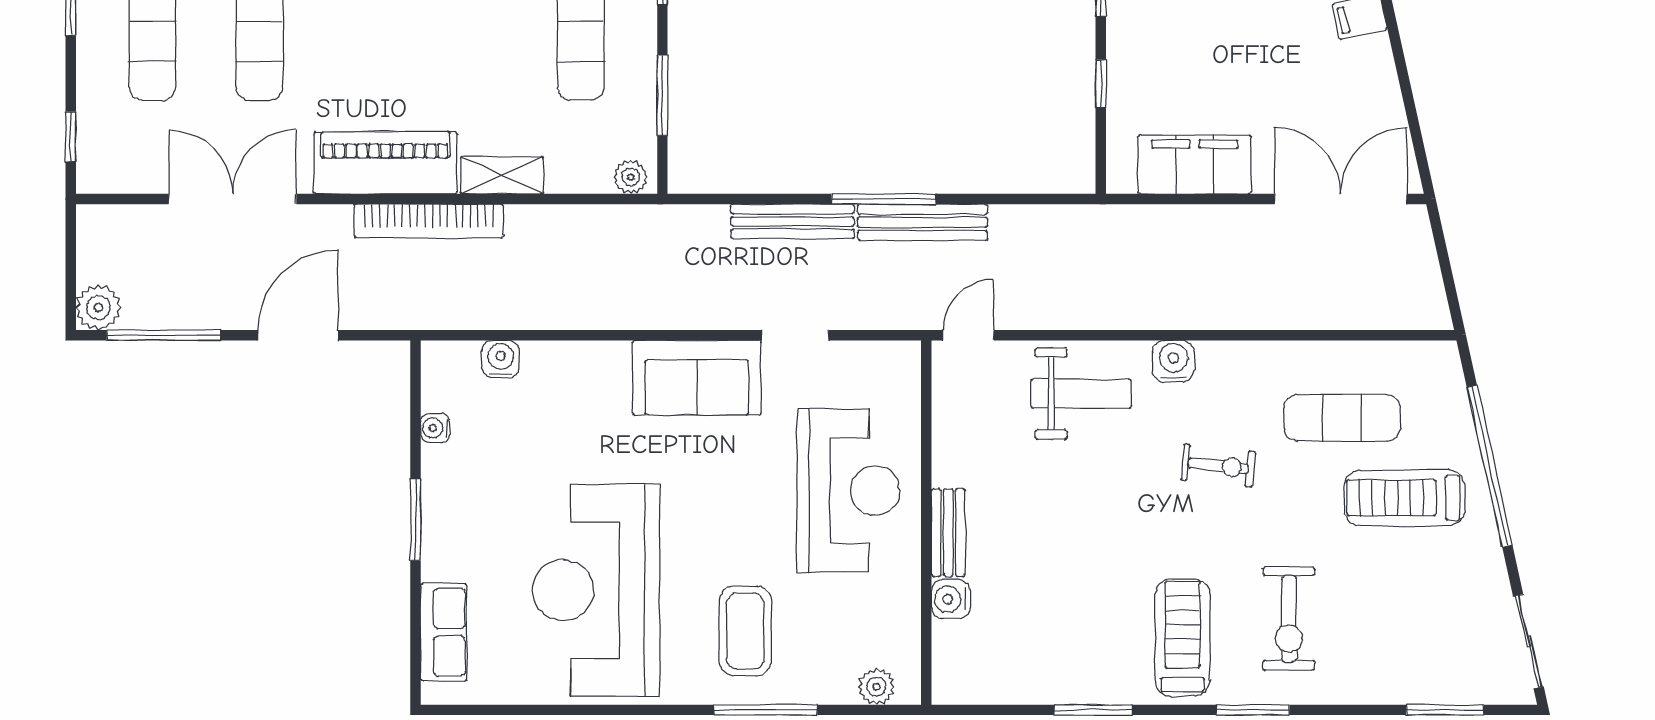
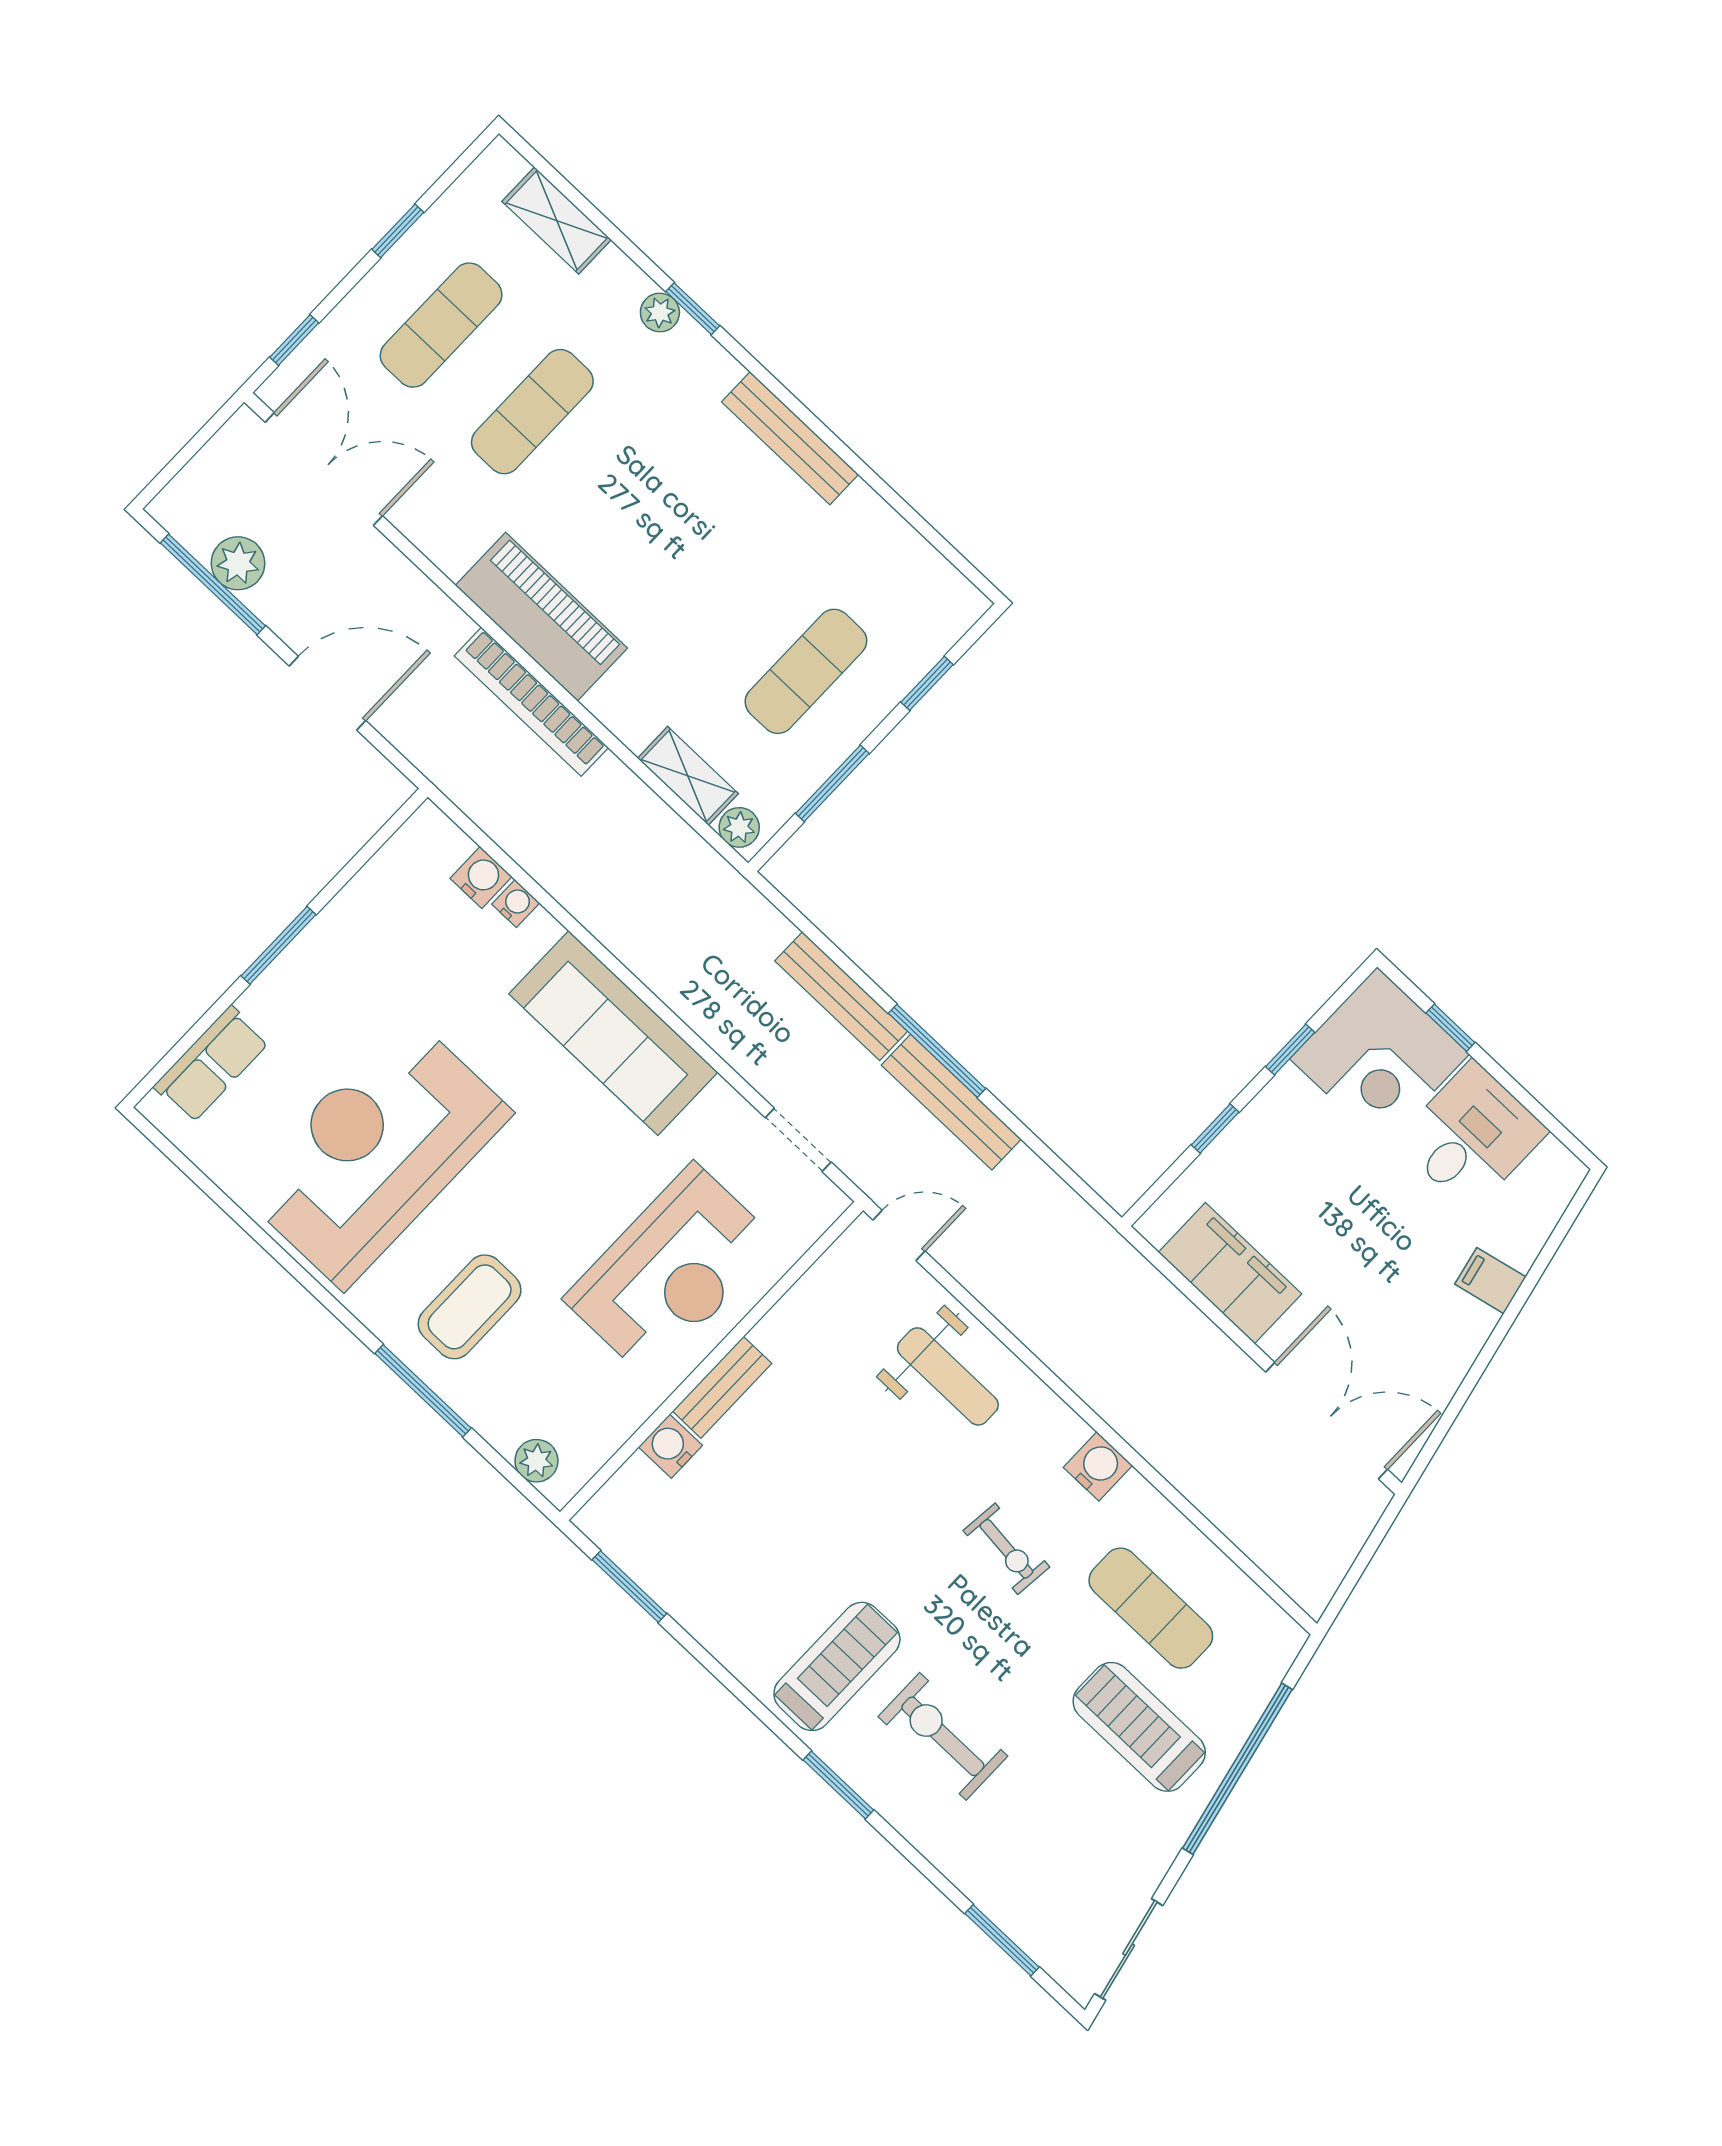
shelving: (502, 175) -> (688, 776), moved
double door: (232, 199) -> (324, 469), moved
plant: (98, 308) -> (238, 563), moved
doorway: (795, 335) -> (798, 1140), moved
water cooler: (1173, 361) -> (1098, 1466), moved
sofa: (697, 378) -> (613, 1033), width x1.36
water cooler: (435, 428) -> (516, 904), moved, turned 90
exercise bike: (1289, 619) -> (943, 1736), turned 90
window: (1093, 710) -> (629, 1587), moved

